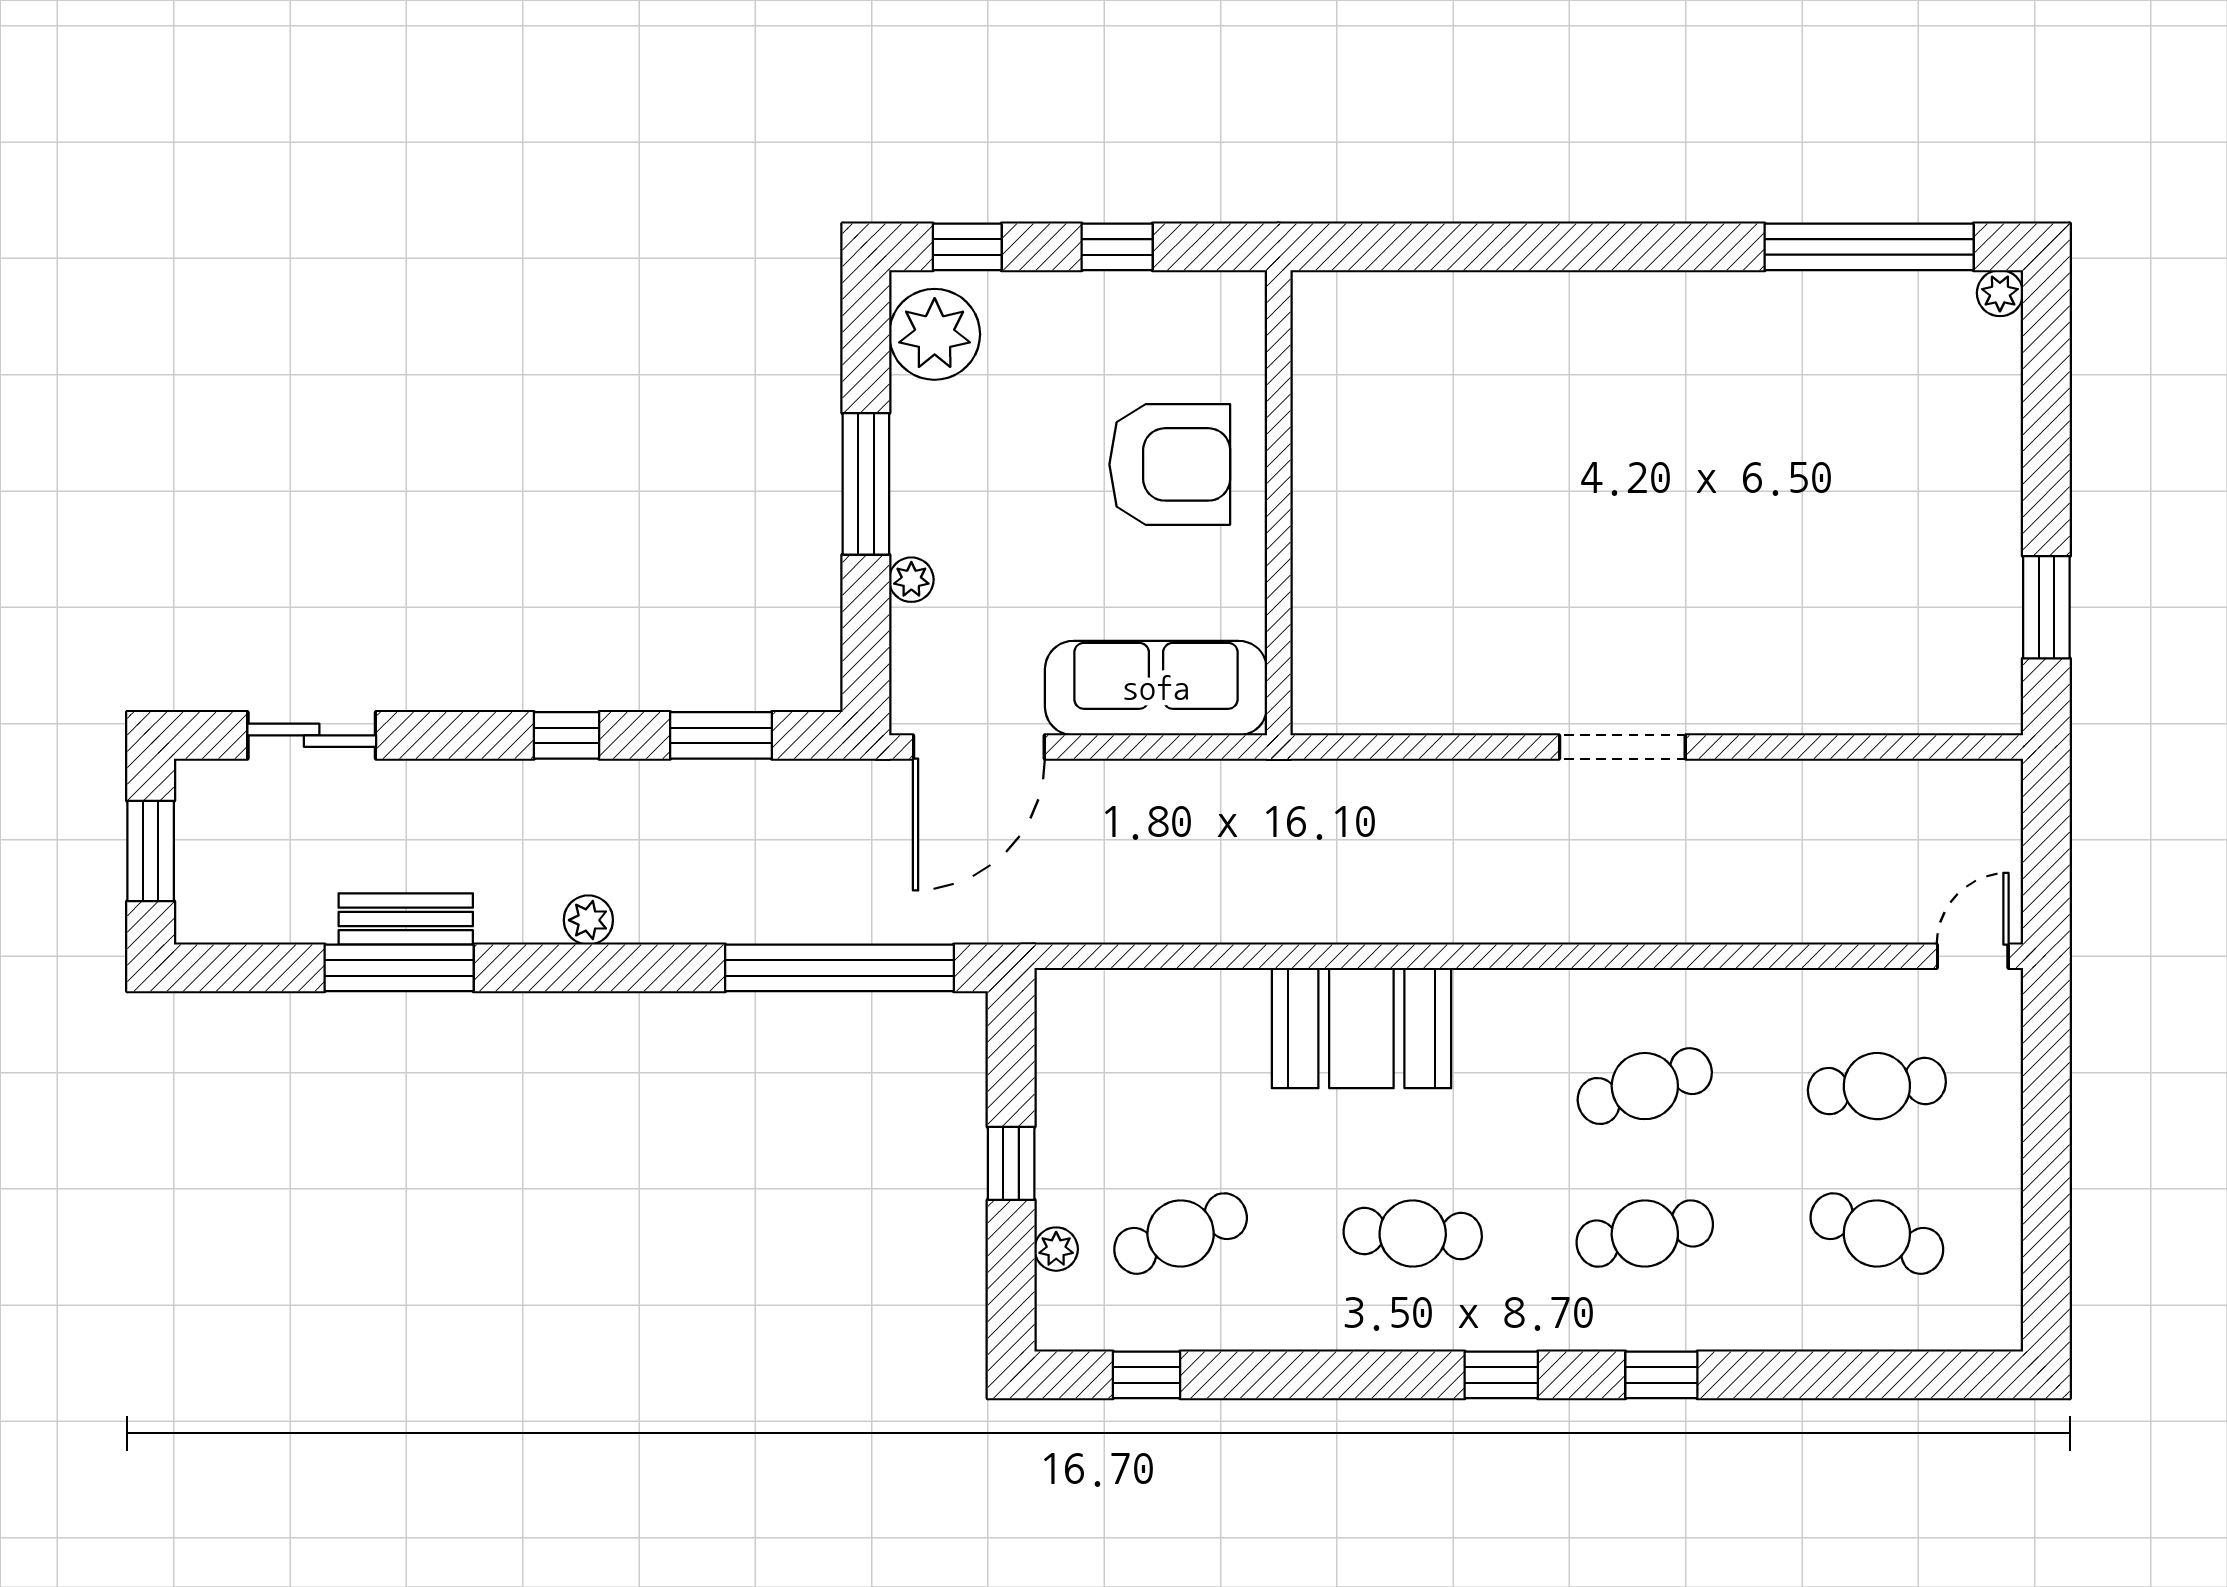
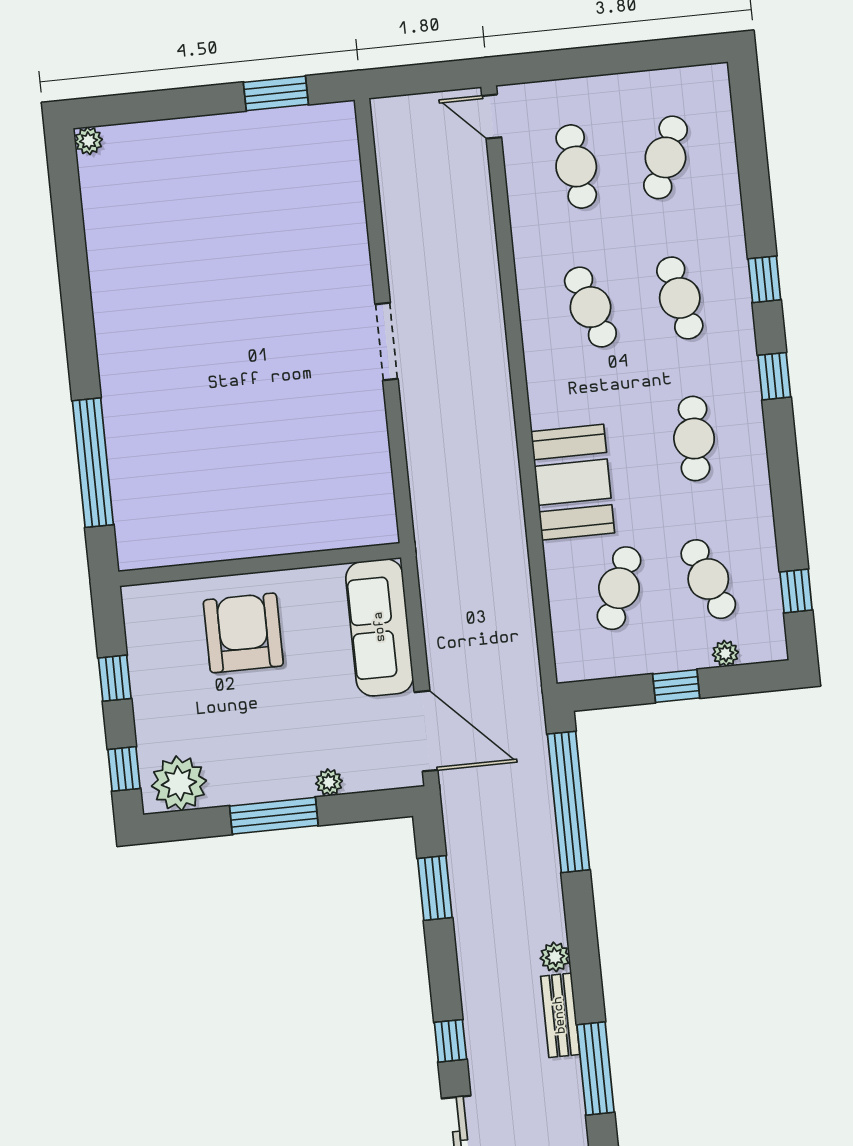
window: (1869, 247) -> (93, 463), moved
window: (566, 735) -> (450, 1041), moved
bench: (406, 919) -> (560, 1015), moved
cafe table: (1181, 1086) -> (619, 588), added

